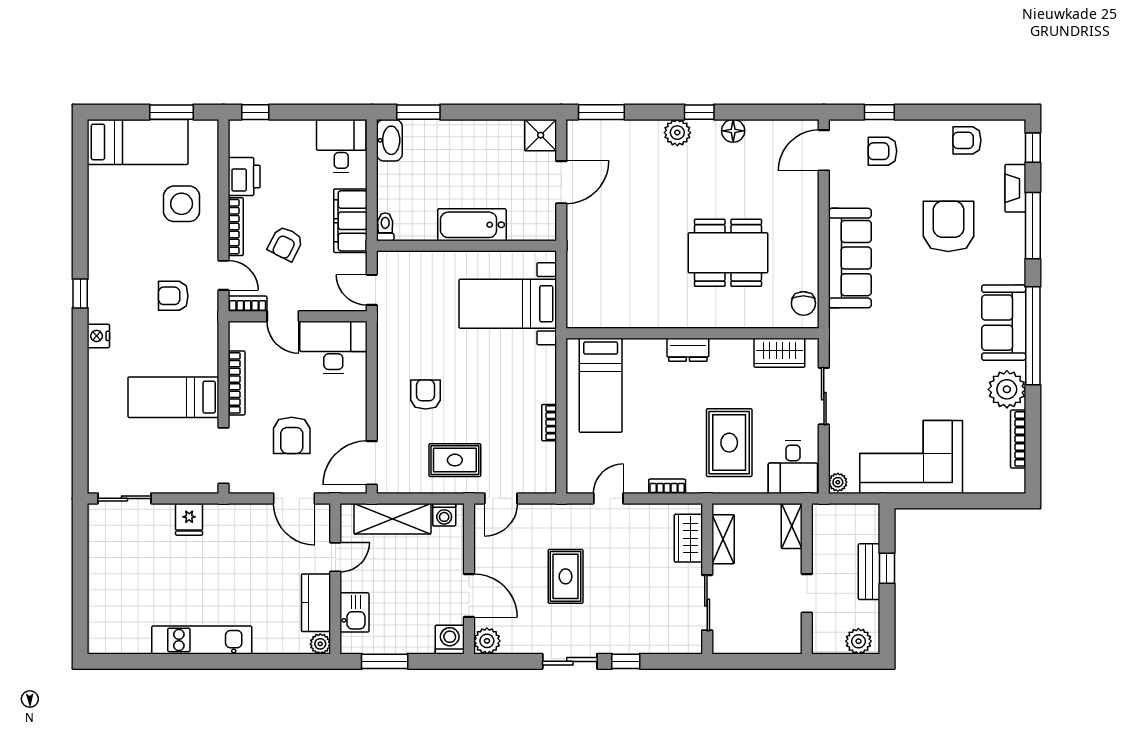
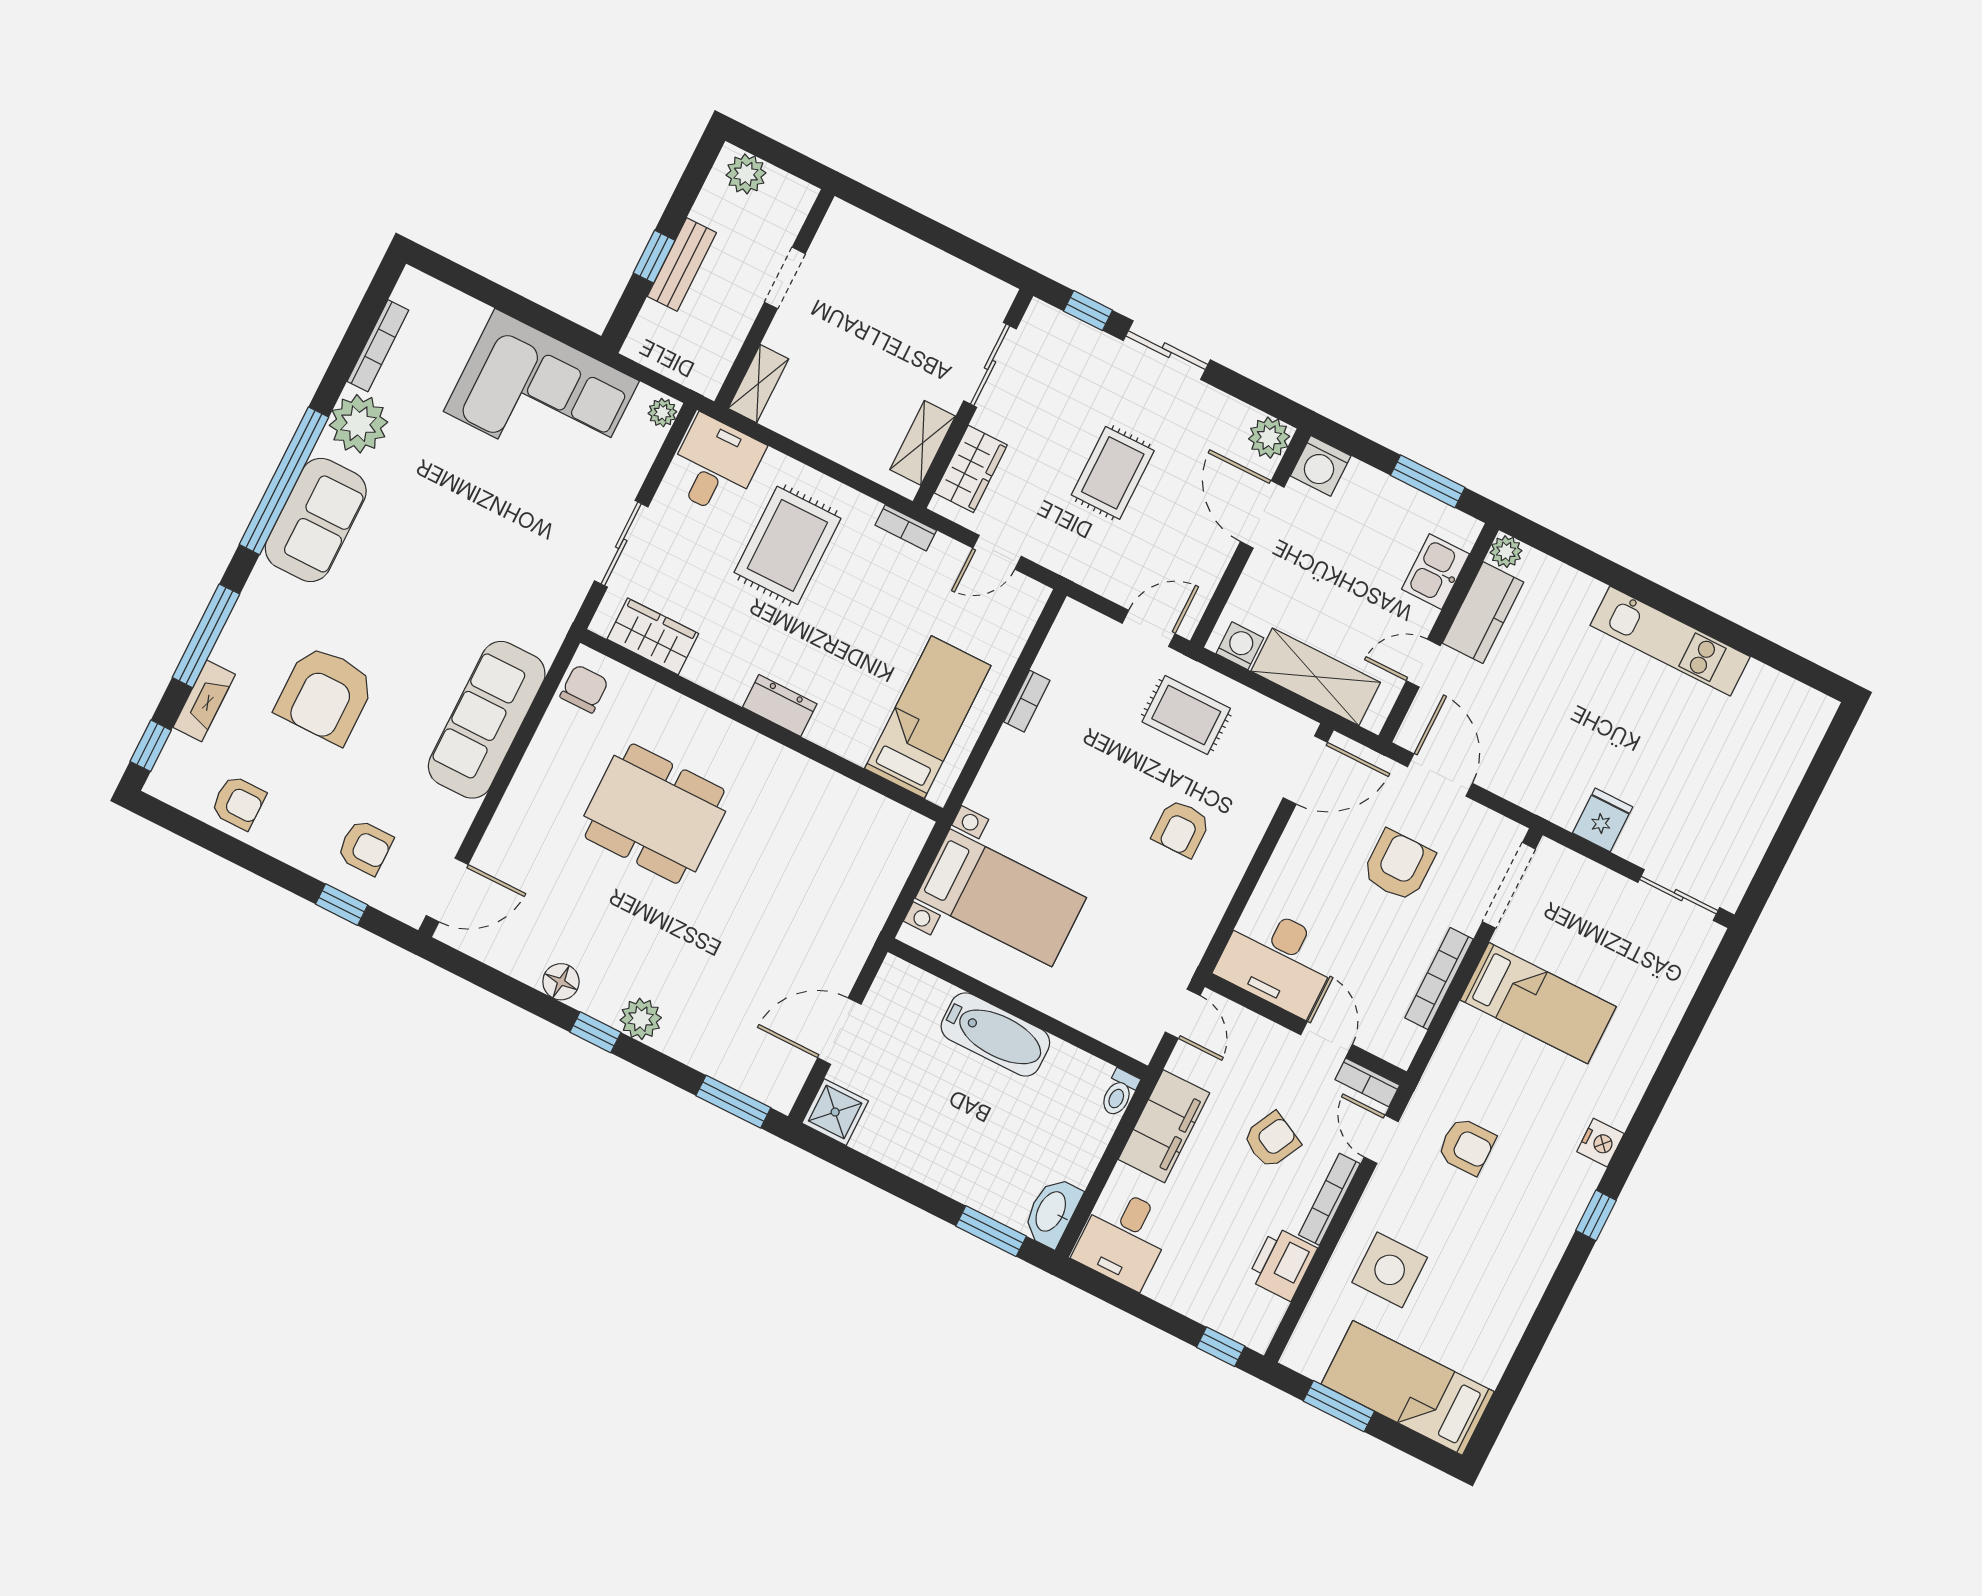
wardrobe: (688, 538) -> (971, 469), moved
shelving: (723, 539) -> (923, 443), moved
wall: (707, 579) -> (973, 399), moved
sliding door: (707, 603) -> (990, 365), moved

